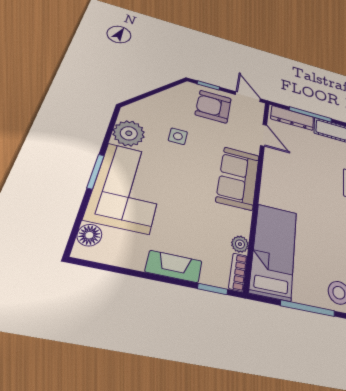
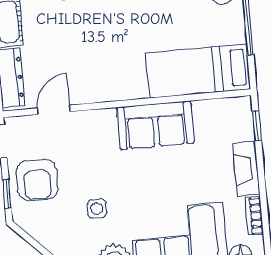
sofa: (238, 178) -> (155, 125), moved
plant: (240, 244) -> (203, 109), removed
bookcase: (238, 272) -> (254, 216), moved, turned 90

